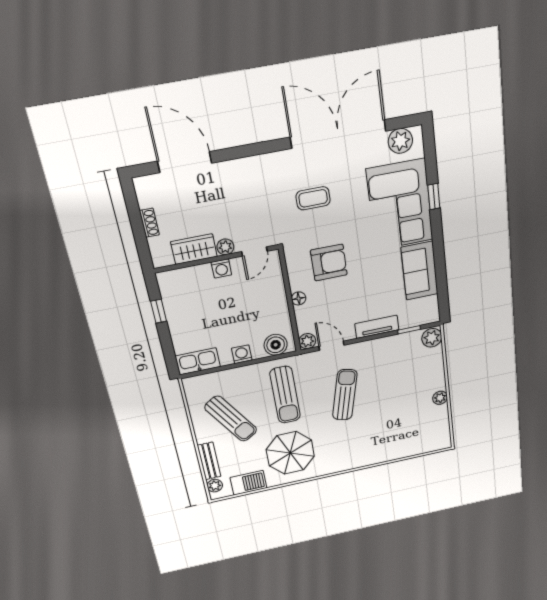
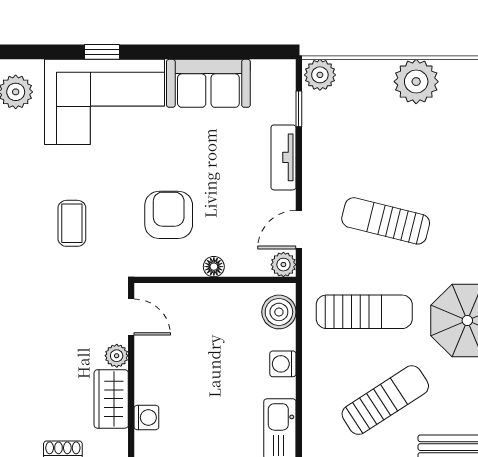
washing machine: (221, 268) -> (146, 418), moved
plant: (440, 398) -> (416, 82), width x1.87, depth x1.87

